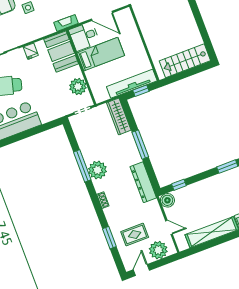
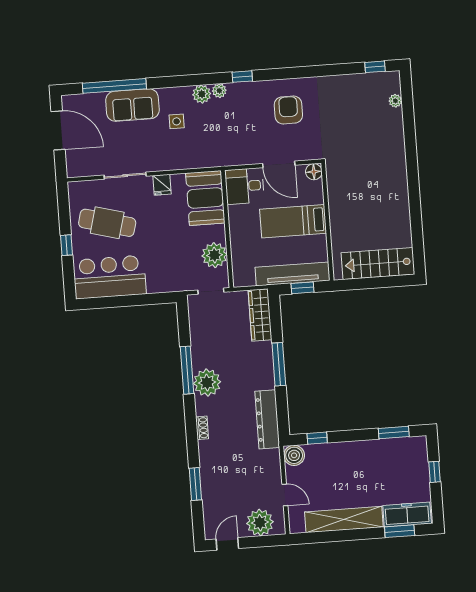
floor lamp: (126, 14) -> (314, 172), added
fireplace: (66, 23) -> (224, 159), removed
bed: (101, 54) -> (293, 221), moved, turned 180
rug: (135, 235) -> (233, 490), removed

